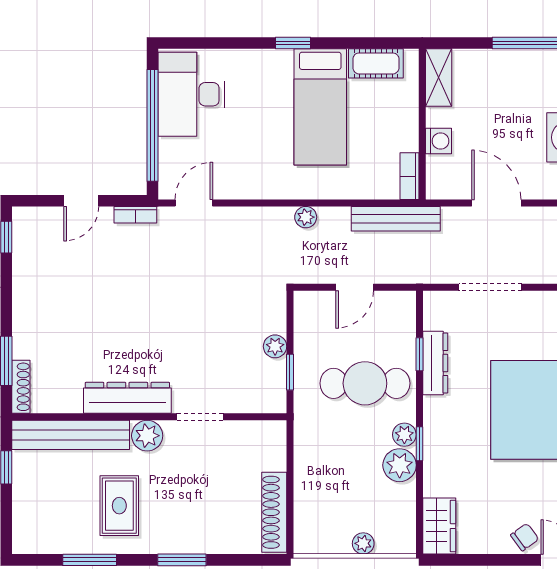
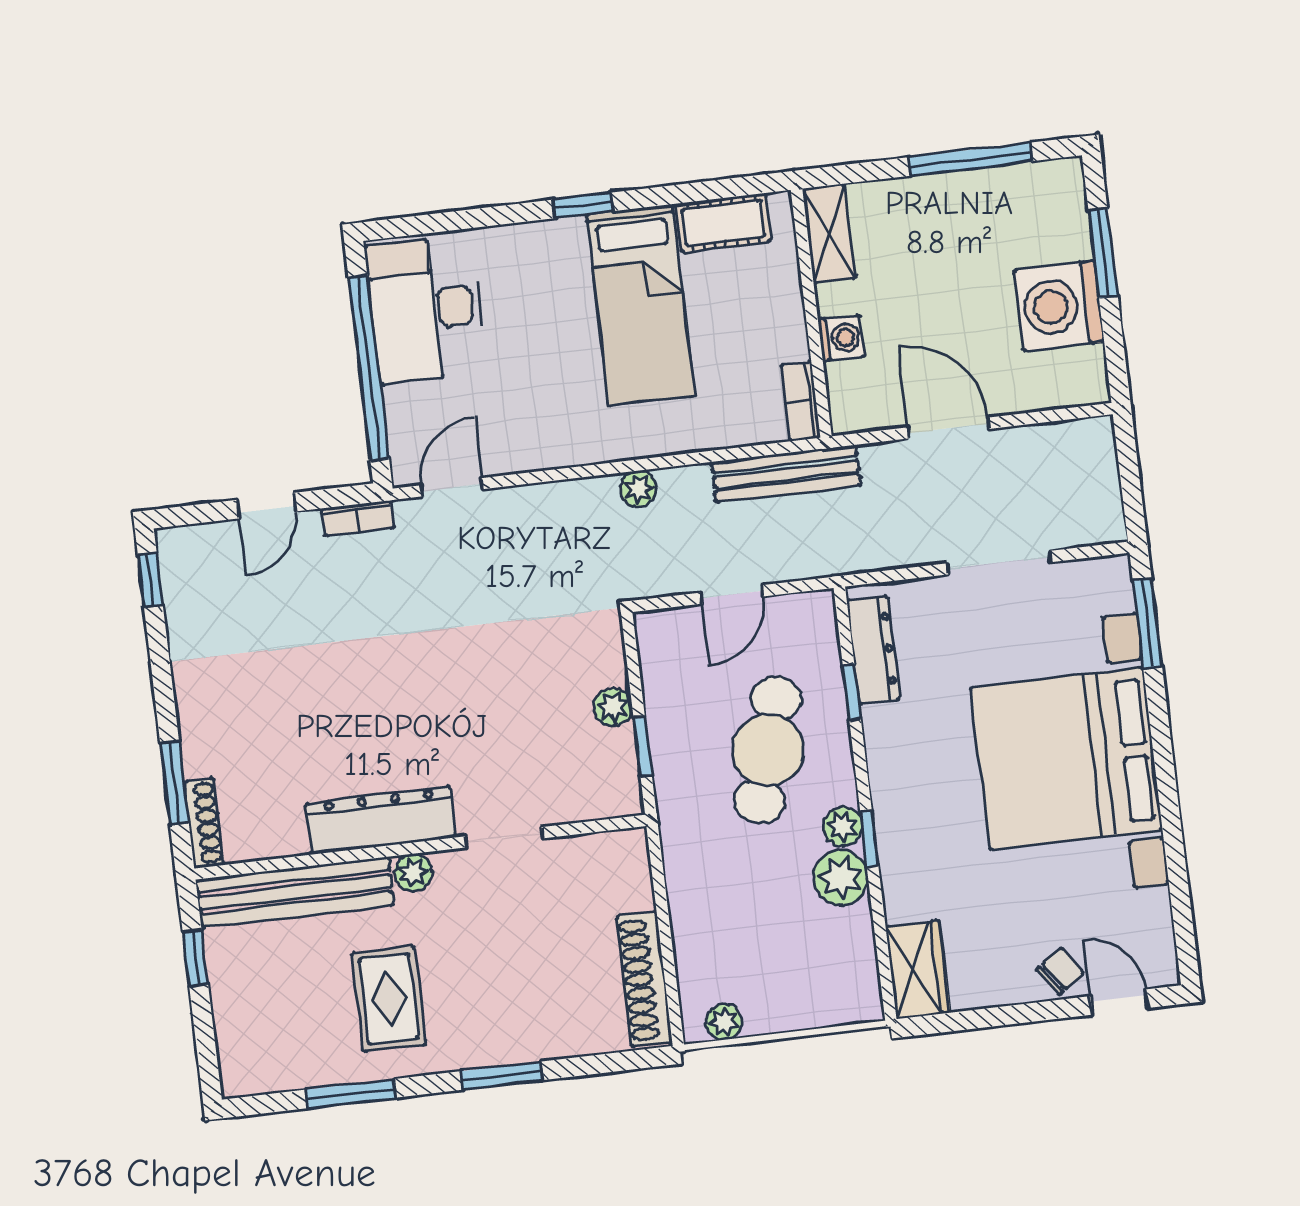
doorway: (490, 287) -> (999, 563), moved
dresser: (435, 363) -> (873, 650), moved
cafe table: (365, 383) -> (768, 750), turned -74
plant: (147, 436) -> (413, 872), width x0.73, depth x0.73
plant: (363, 543) -> (724, 1022), moved

